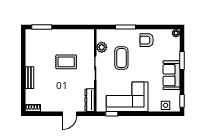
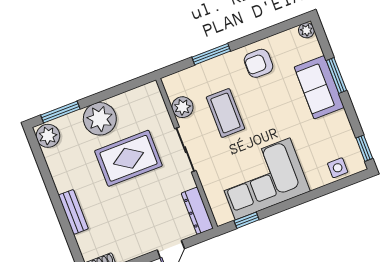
plant: (31, 36) -> (48, 136), added
plant: (60, 38) -> (100, 119), added
rug: (66, 62) -> (128, 158), width x1.36, depth x1.43
sofa: (172, 75) -> (319, 87), moved

